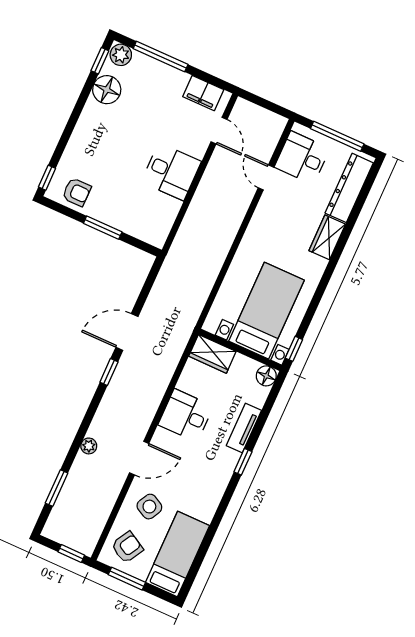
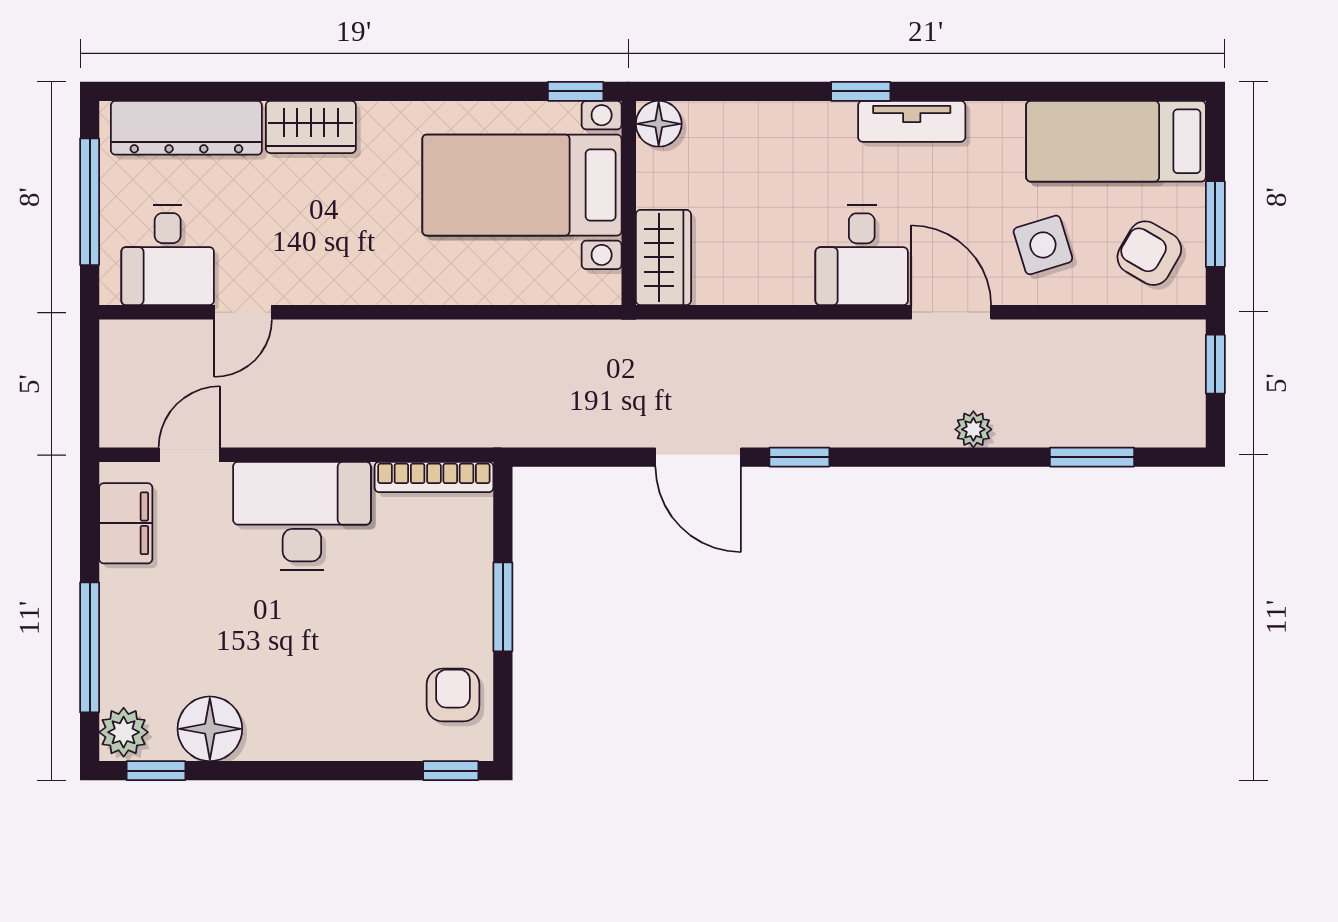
desk: (171, 172) -> (302, 516), width x1.37
bookcase: (166, 224) -> (434, 477), added
desk: (186, 415) -> (862, 255), moved
tv unit: (244, 428) -> (912, 121), moved
side table: (149, 507) -> (1043, 245), turned 45

